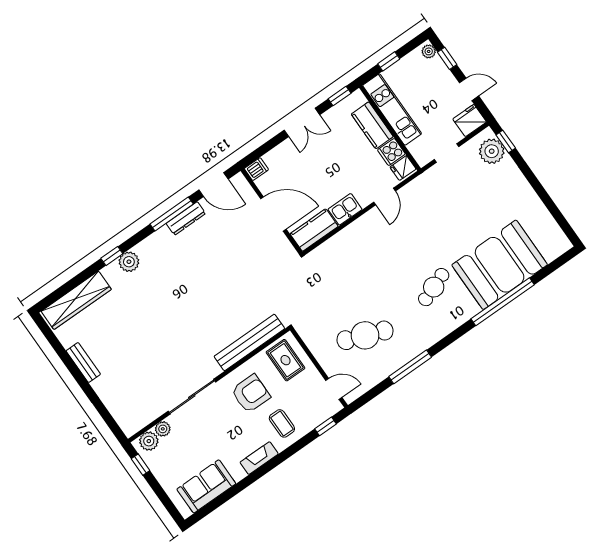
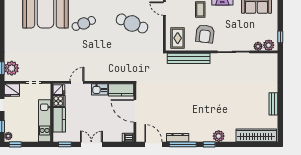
window: (389, 61) -> (15, 144), moved
window: (112, 256) -> (209, 144), moved
armchair: (251, 394) -> (205, 34), turned -83

